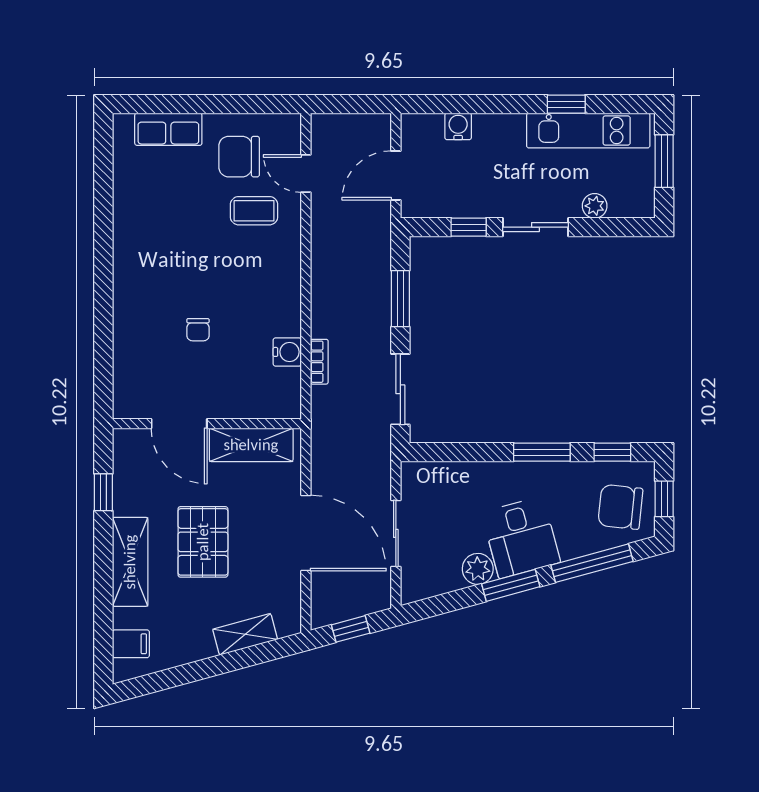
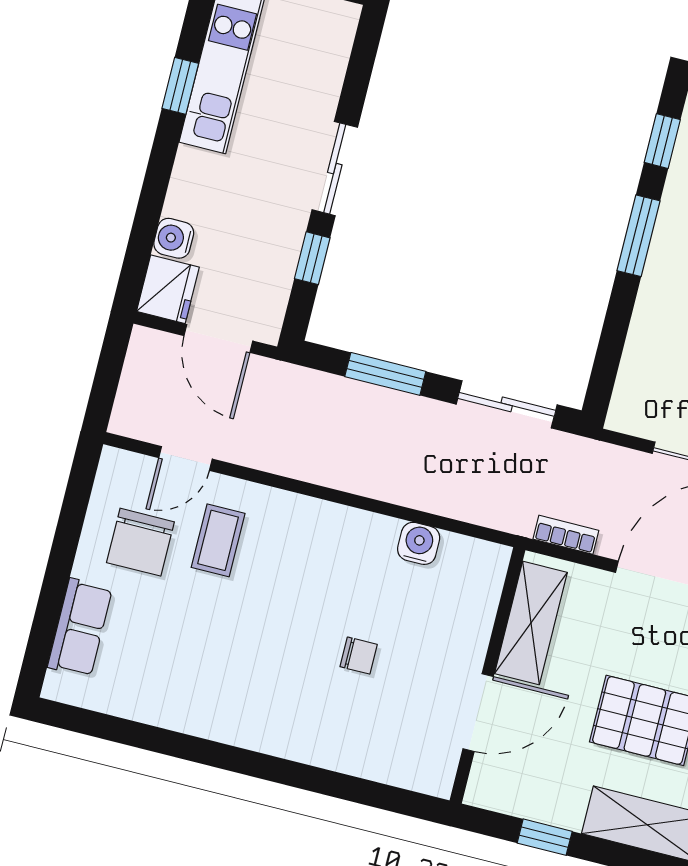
fridge: (421, 131) -> (168, 289), added
plant: (595, 206) -> (326, 82), removed
bookcase: (319, 362) -> (566, 535), moved

